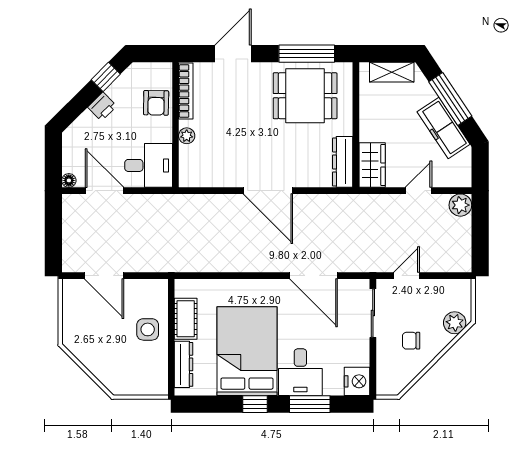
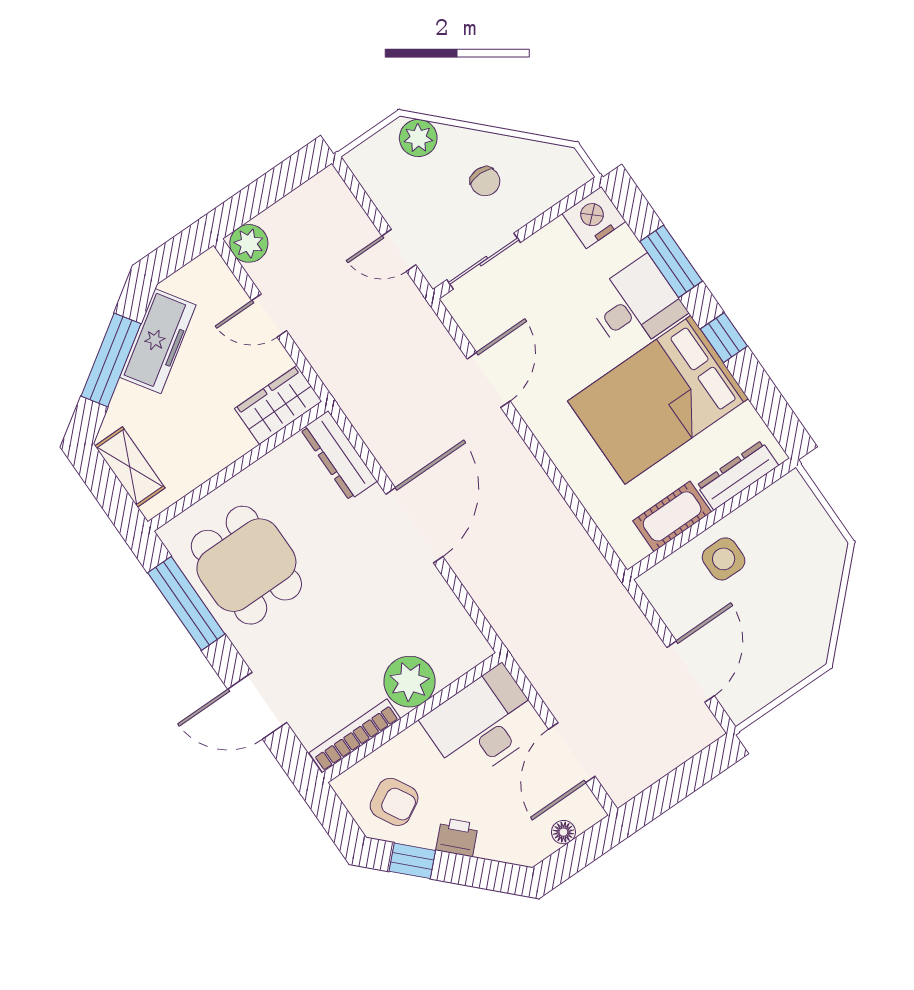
armchair: (156, 103) -> (394, 802), moved, turned 60
plant: (187, 136) -> (410, 682), width x1.87, depth x1.87
dresser: (343, 162) -> (339, 455), moved, turned 90
desk: (149, 165) -> (483, 724), width x1.37
floor lamp: (69, 180) -> (563, 832), moved
door: (314, 276) -> (489, 380), width x0.73

